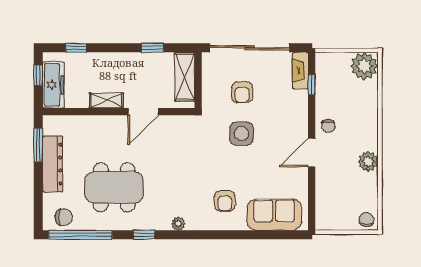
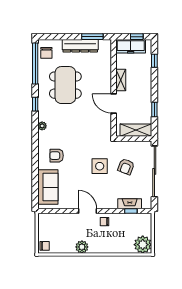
fireplace: (300, 71) -> (130, 204), moved
armchair: (242, 92) -> (126, 167), turned -69

